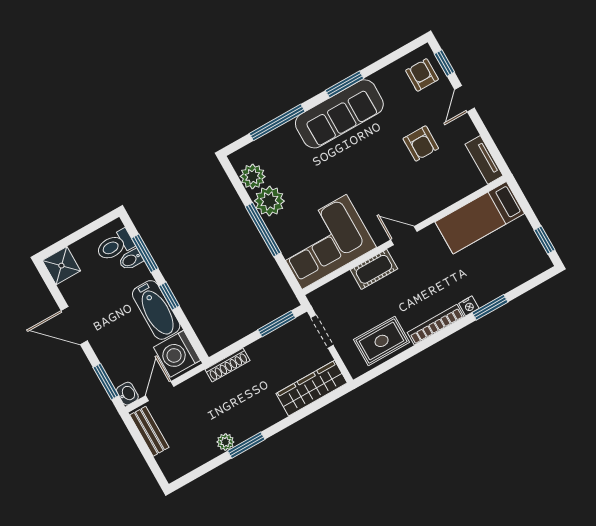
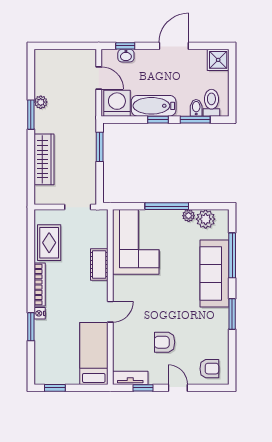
window: (444, 63) -> (143, 388), moved
sofa: (339, 114) -> (215, 274), moved
plant: (269, 201) -> (189, 216), width x0.53, depth x0.53
door: (404, 236) -> (110, 312), moved
window: (277, 324) -> (100, 147), moved
shoe rack: (227, 365) -> (91, 132), removed
window: (106, 381) -> (125, 46), width x0.67
wardrobe: (312, 388) -> (44, 159), moved
washbasin: (127, 394) -> (126, 56), moved
bench: (149, 431) -> (76, 56), removed

